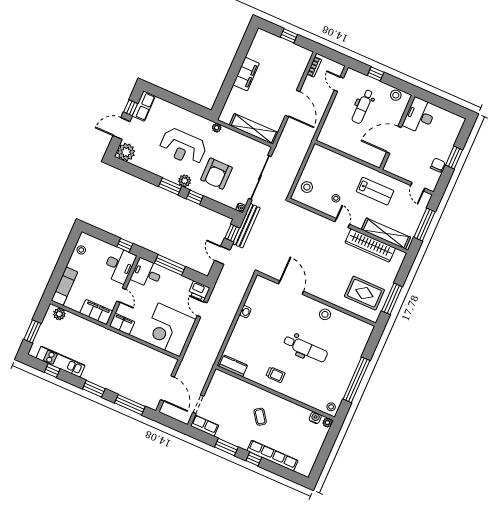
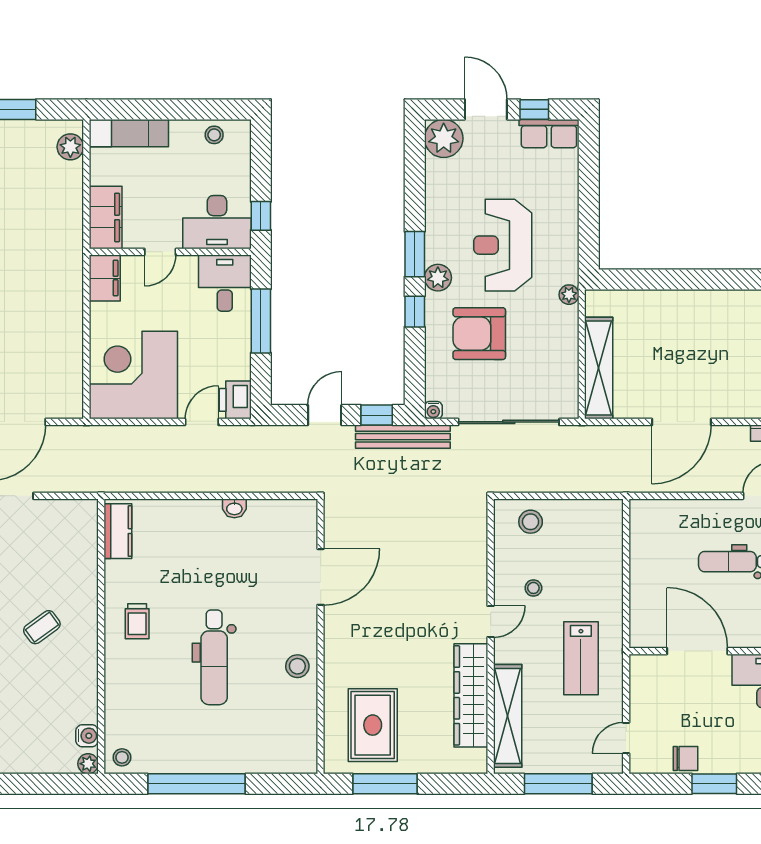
filing cabinet: (246, 74) -> (699, 306), removed

